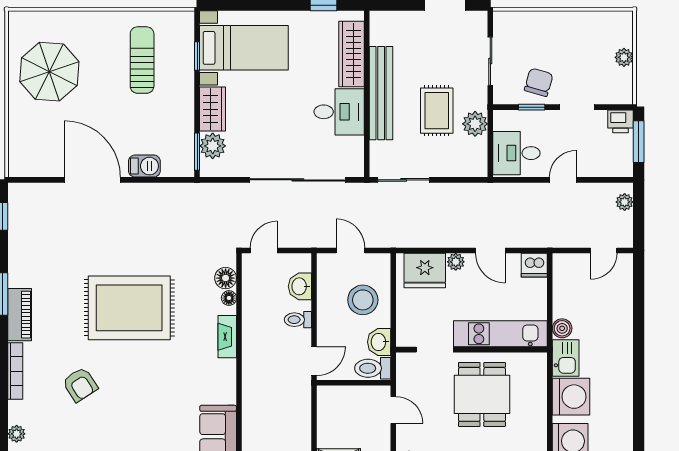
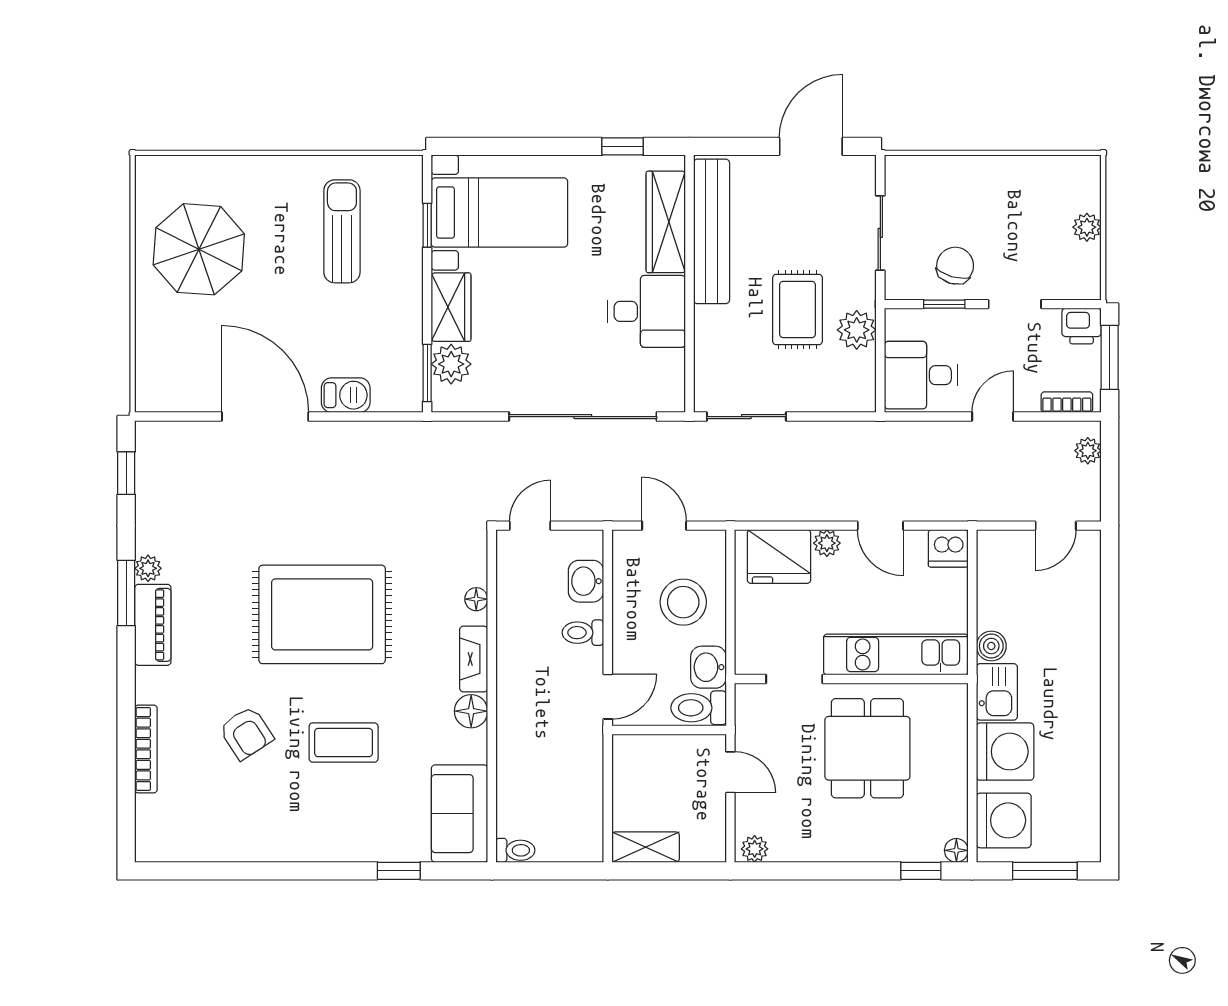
bench: (381, 93) -> (712, 231), moved
bookcase: (611, 171) -> (1067, 402), added
floor lamp: (226, 278) -> (471, 711), moved
bookcase: (15, 371) -> (146, 749), moved
coffee table: (143, 391) -> (344, 743), added
plant: (17, 434) -> (148, 568), moved

